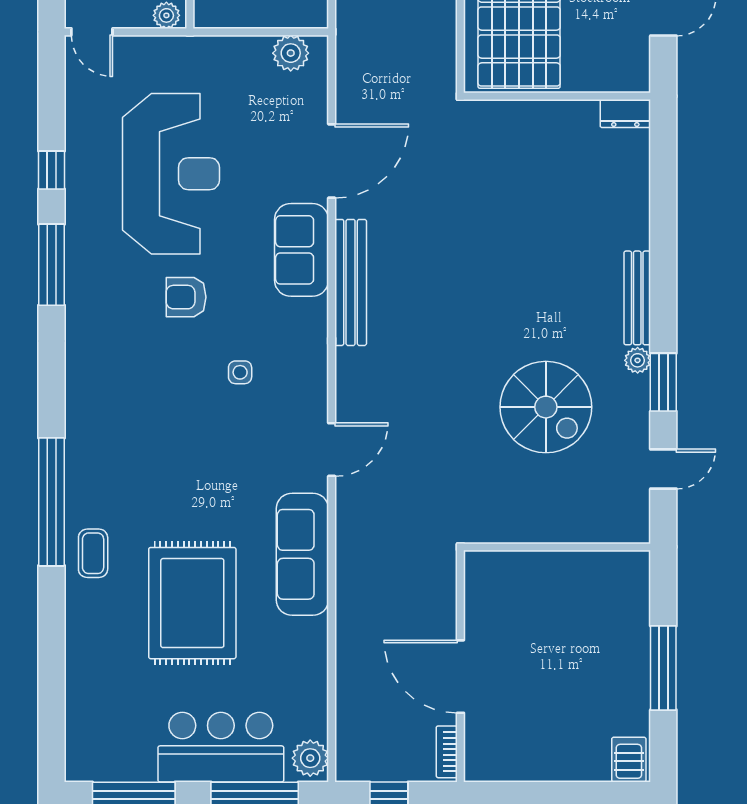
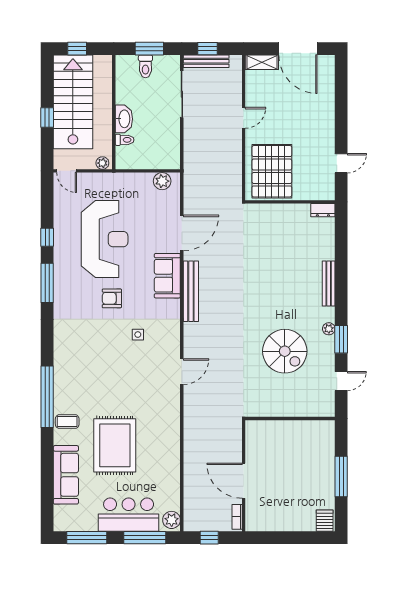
bench: (637, 298) -> (329, 284), moved
coffee table: (93, 553) -> (67, 422), turned 90
sofa: (302, 554) -> (66, 475), moved, turned 180

